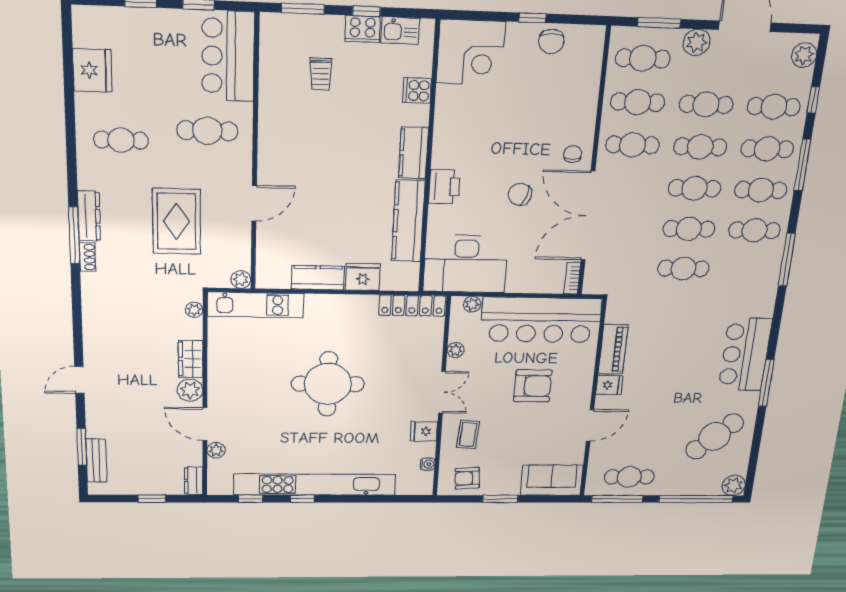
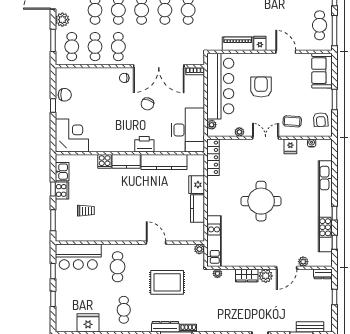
cooker: (417, 91) -> (105, 161), moved

